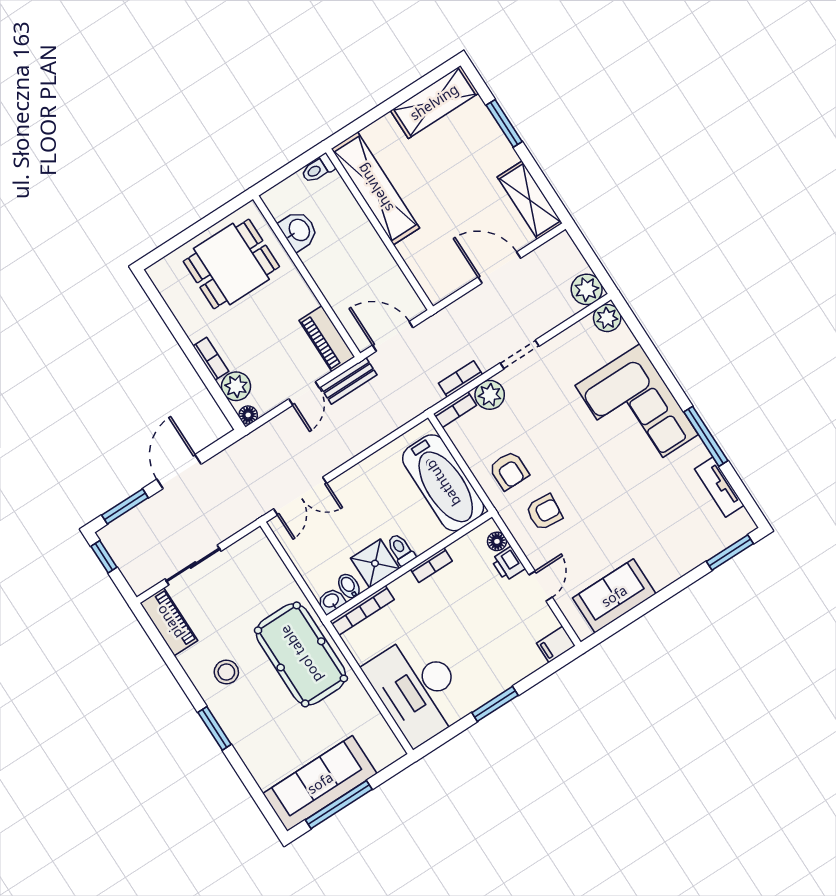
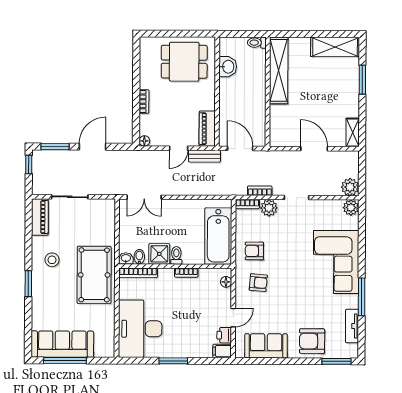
shelving: (530, 200) -> (353, 132), width x0.67, depth x0.75
plant: (236, 386) -> (148, 123), removed
armchair: (509, 470) -> (254, 251), turned 90
armchair: (676, 546) -> (312, 341), added
printer: (508, 564) -> (224, 335), moved

